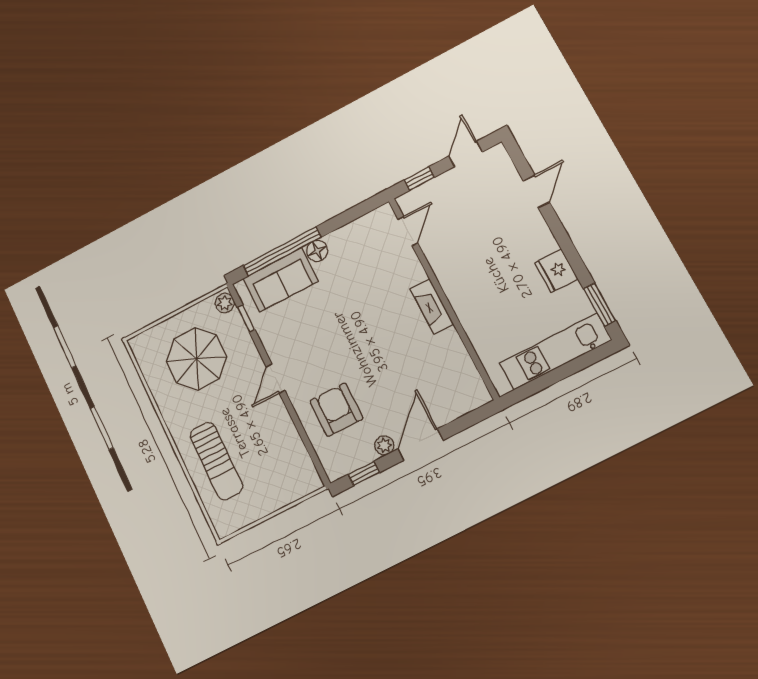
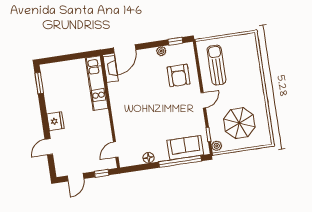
floor lamp: (317, 251) -> (149, 158), moved
fridge: (556, 271) -> (55, 121), moved
fireplace: (432, 306) -> (111, 69), moved
kitchen unit: (556, 352) -> (97, 83), moved, turned 90
door: (420, 445) -> (125, 49), moved
sun lounger: (216, 461) -> (217, 65), moved

